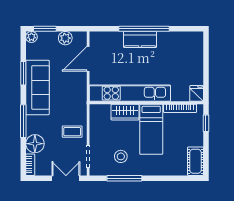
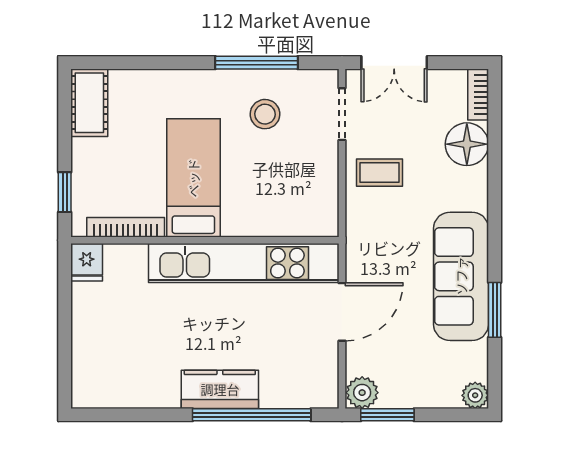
window: (45, 29) -> (387, 415), moved
window: (144, 29) -> (252, 415), moved
plant: (65, 38) -> (362, 393), moved
door: (88, 59) -> (342, 312), moved
wardrobe: (125, 112) -> (255, 218), removed
window: (23, 121) -> (495, 197), removed

